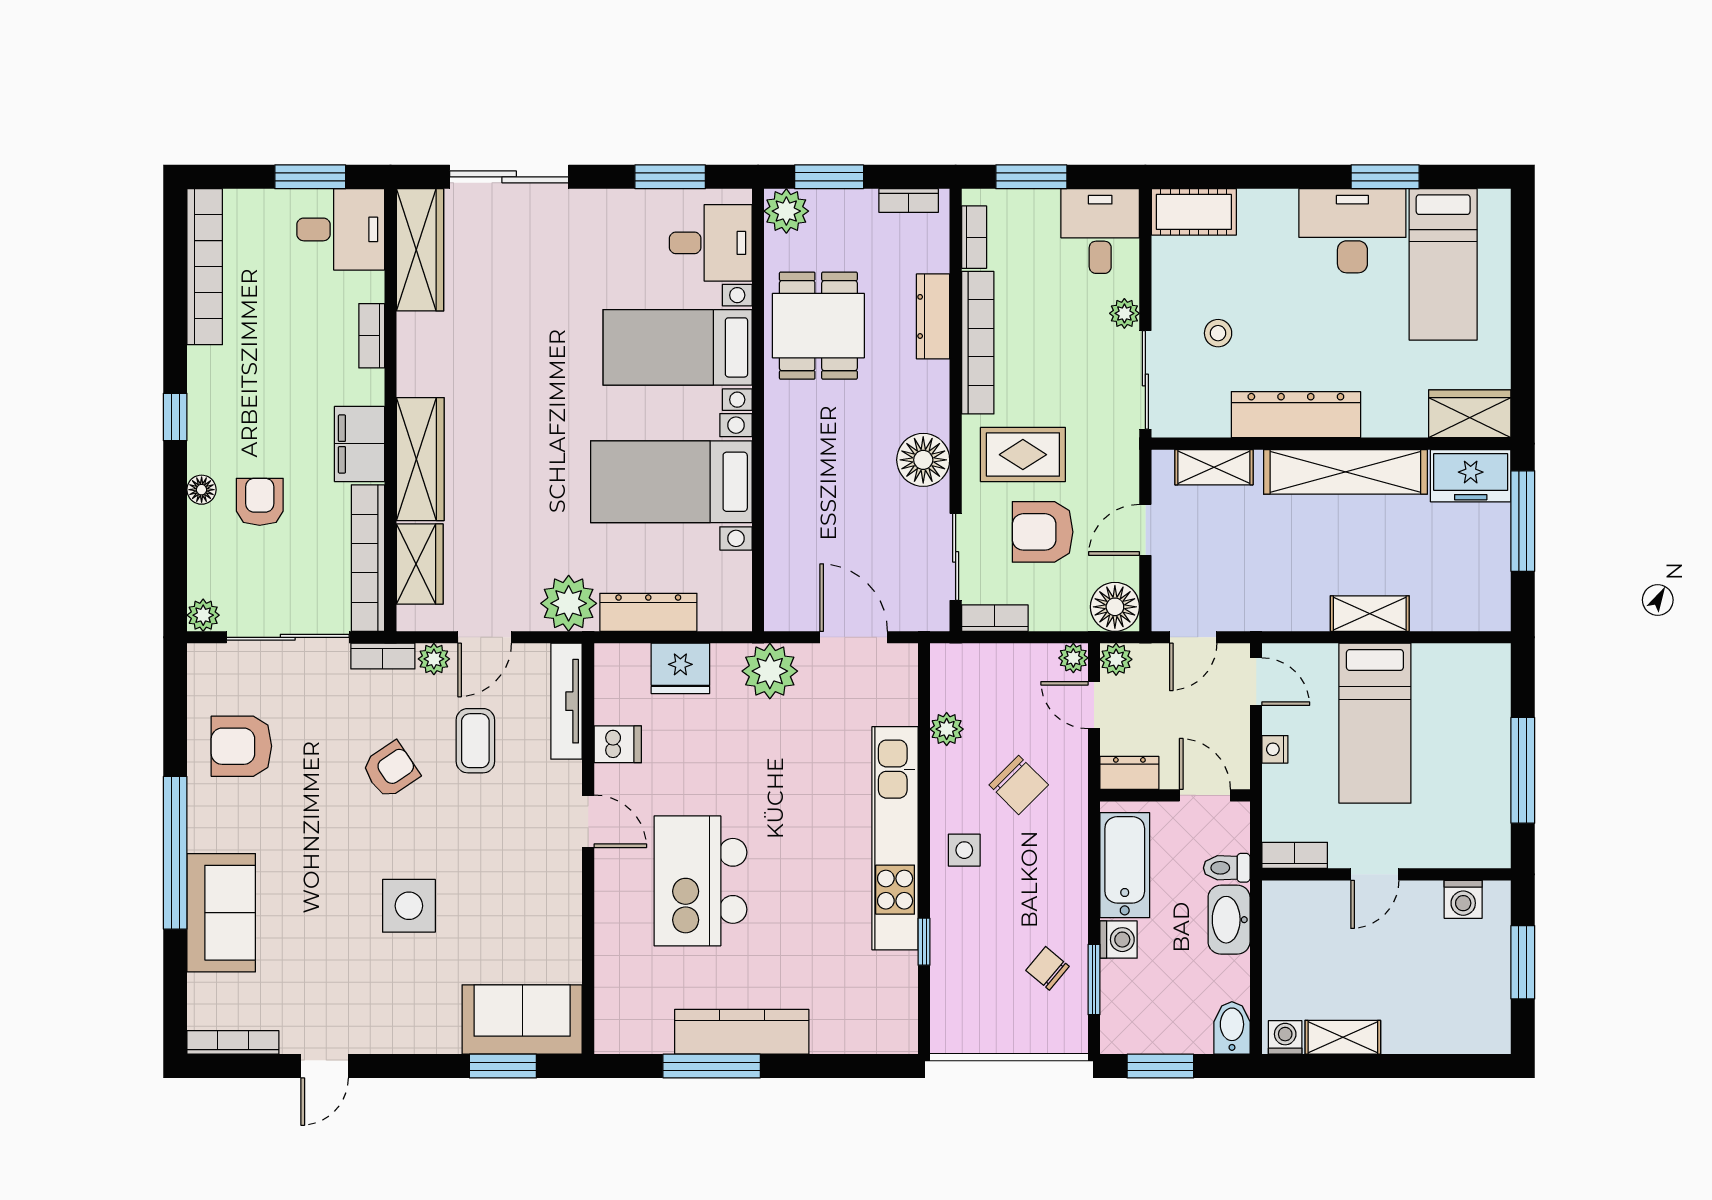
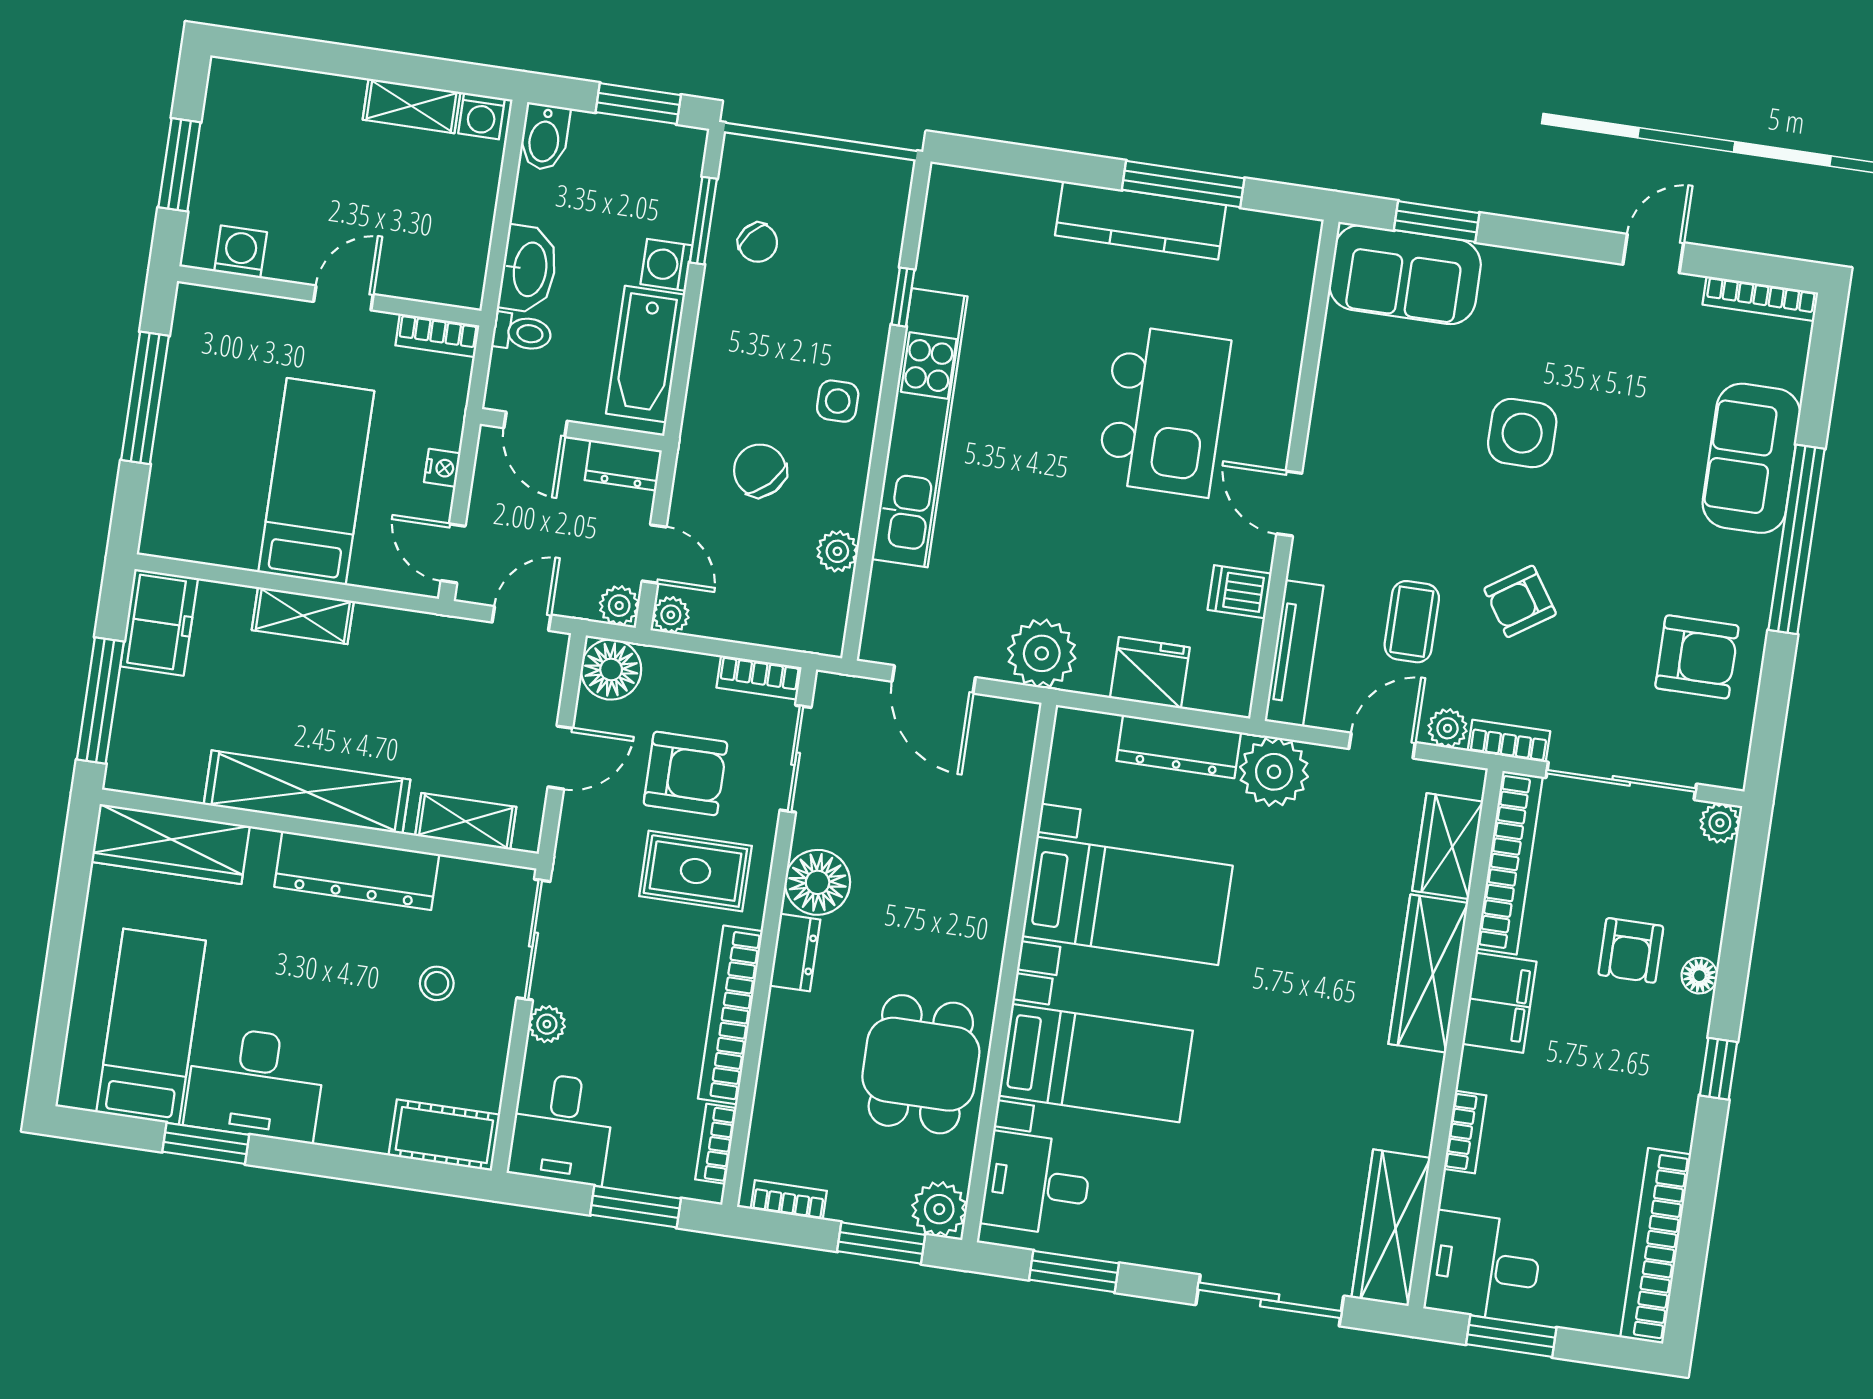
dresser: (933, 316) -> (795, 953), moved, width x0.70
wardrobe: (1470, 414) -> (171, 844), width x1.50
freezer: (1471, 476) -> (159, 622), moved, turned 90

